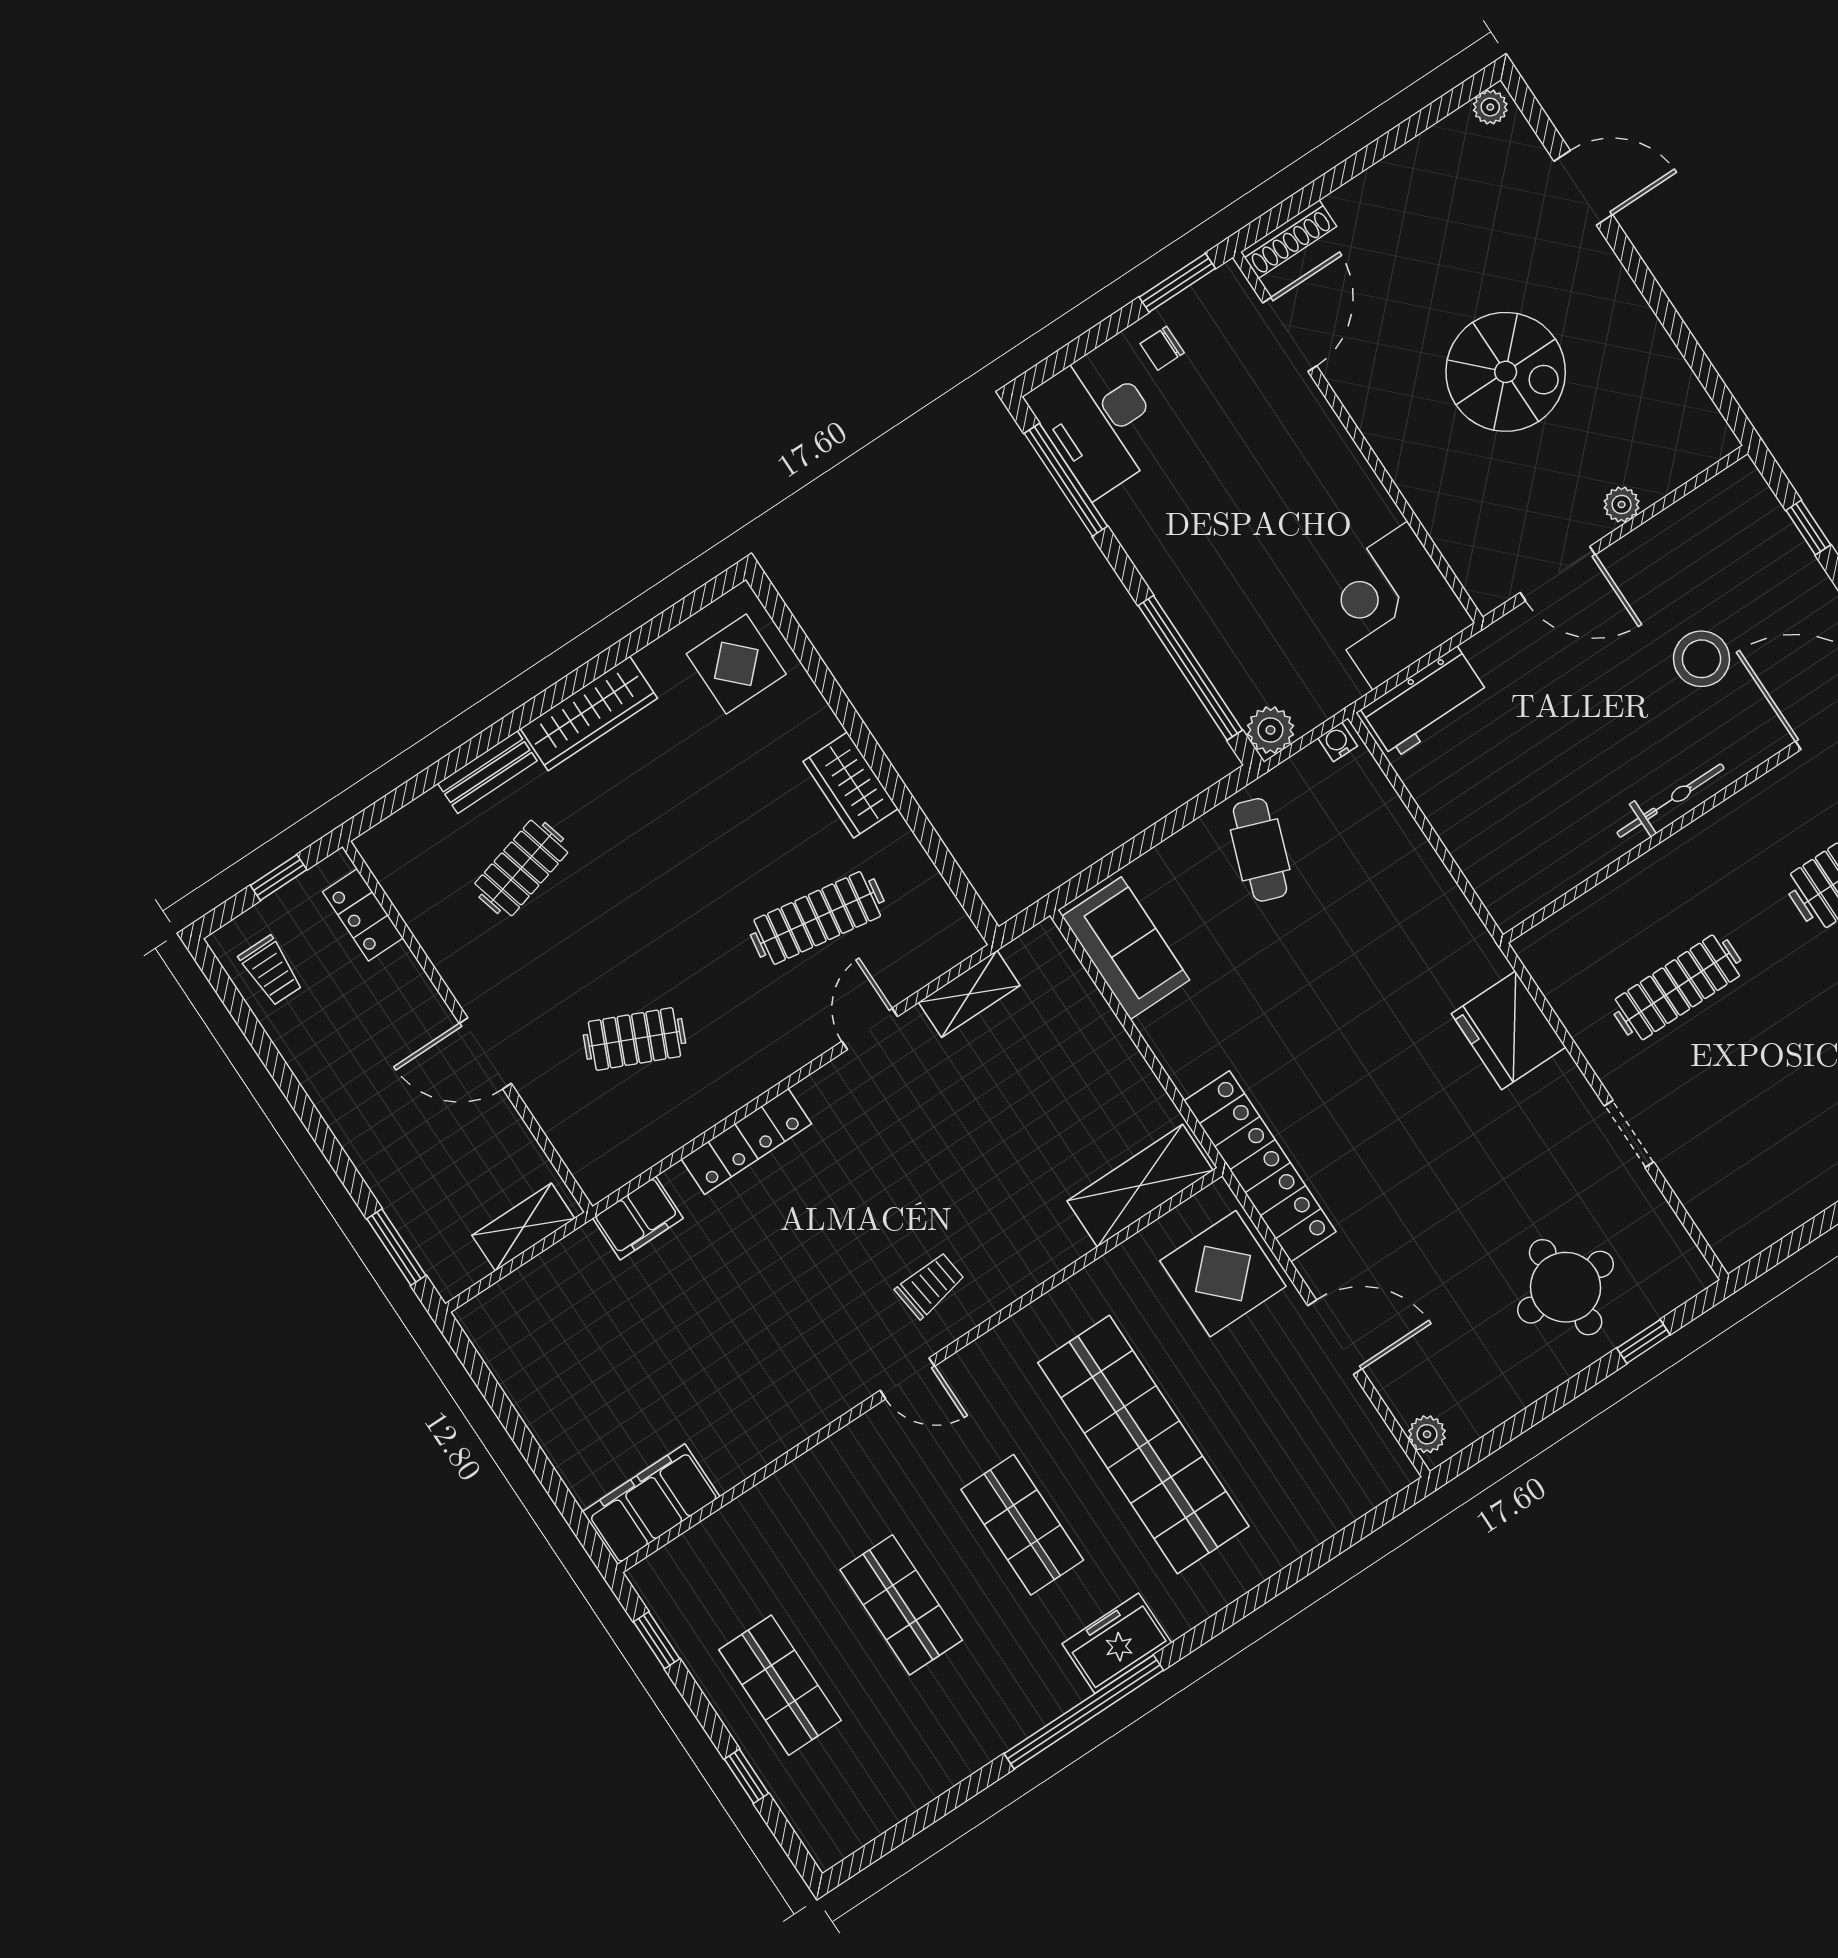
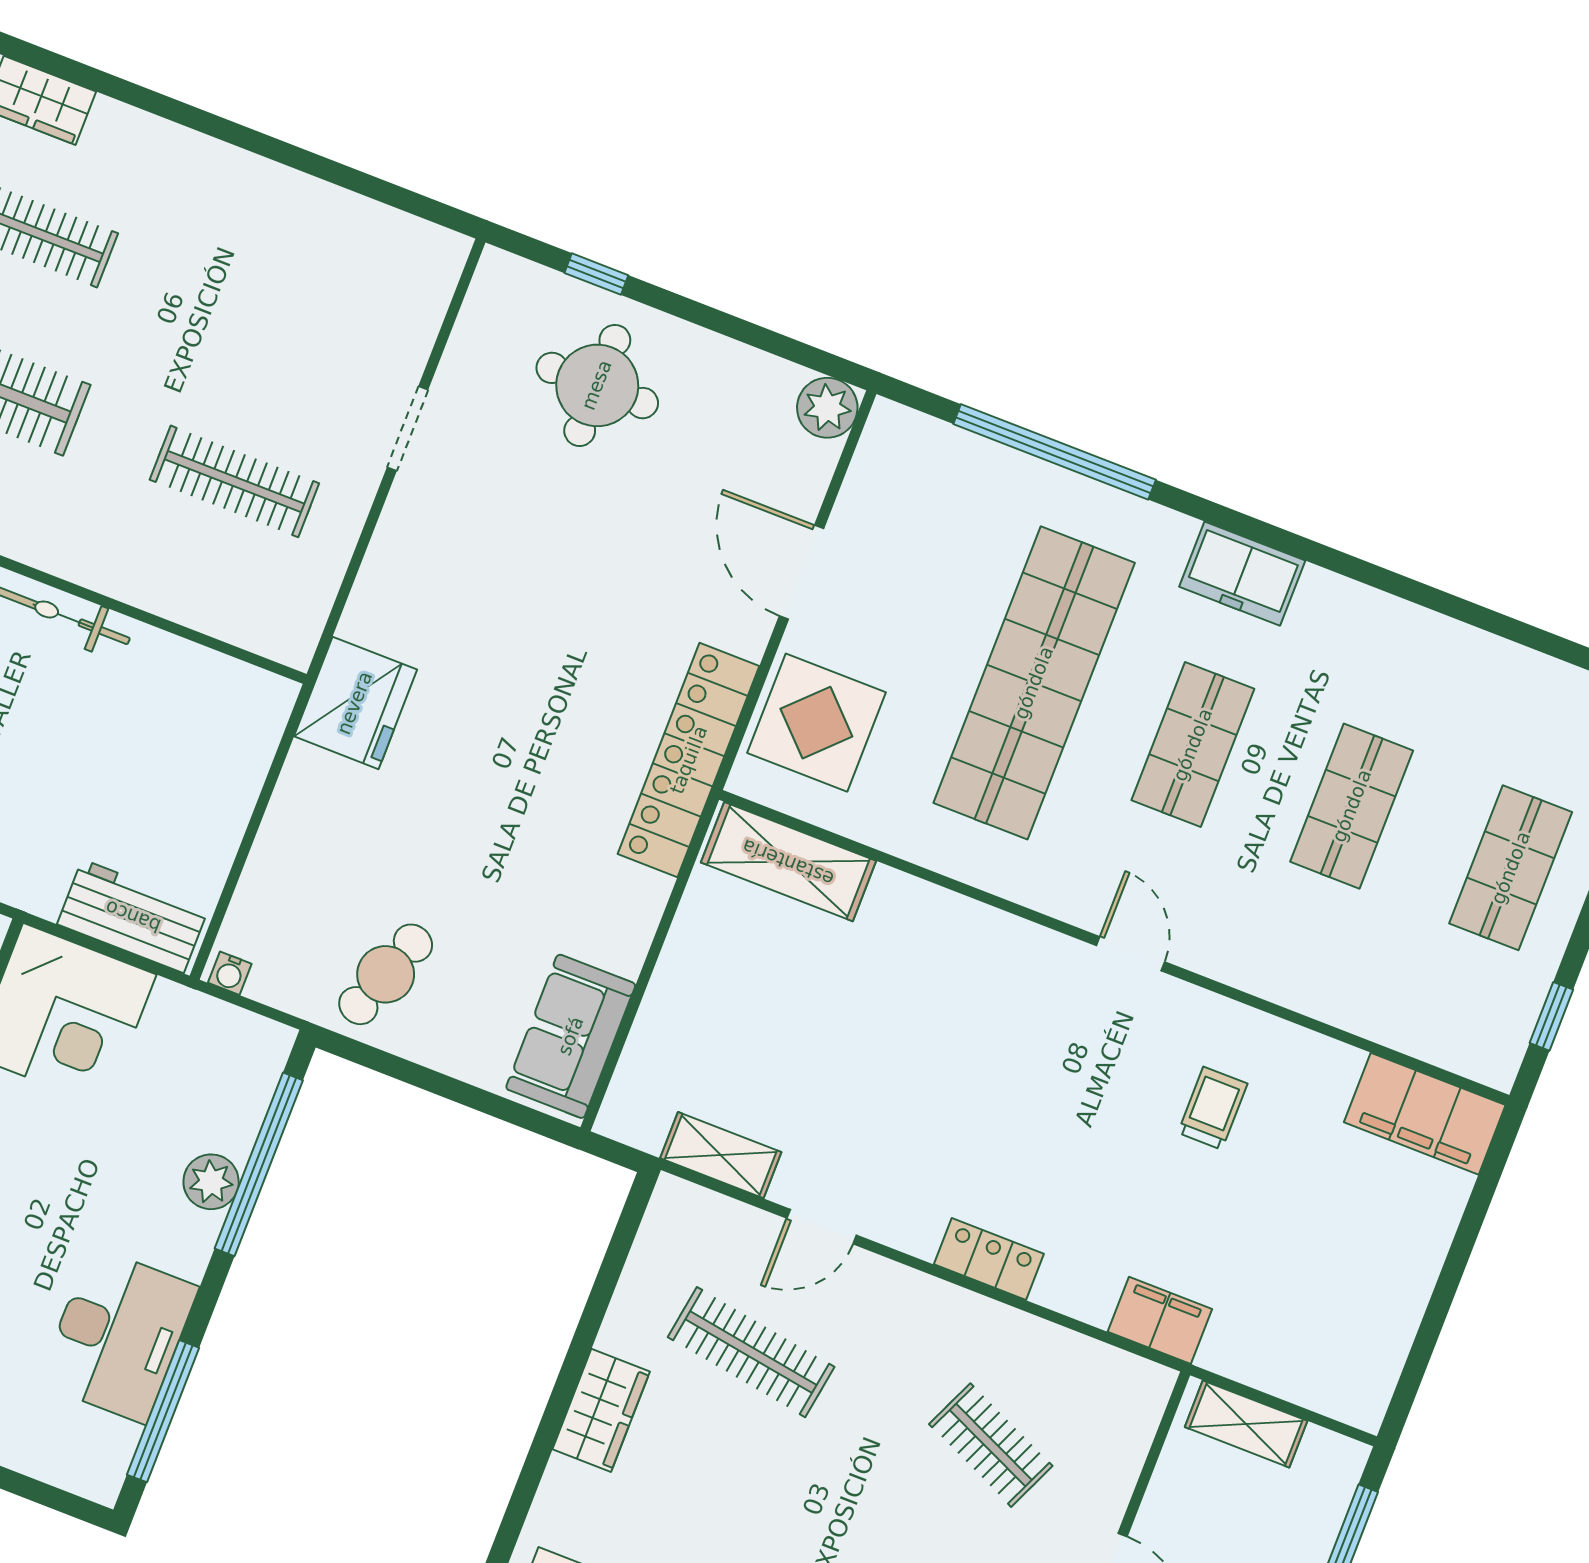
desk: (1098, 422) -> (118, 1335), moved
plant: (1270, 730) -> (211, 1182), moved
fridge: (1509, 1030) -> (355, 703), moved
locker: (746, 1141) -> (989, 1259), width x0.66
trolley: (930, 1285) -> (1213, 1108), moved, turned 97
plant: (1427, 1434) -> (827, 408), width x1.38, depth x1.38
window: (1084, 1712) -> (1055, 452), moved

